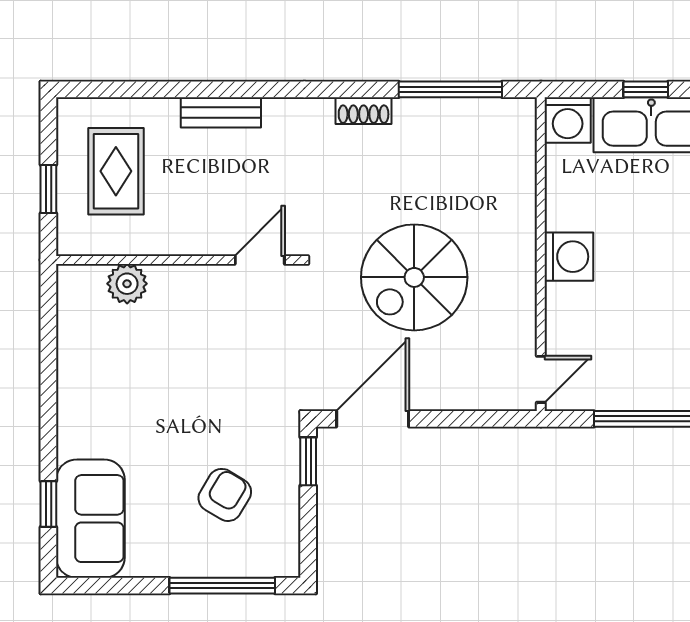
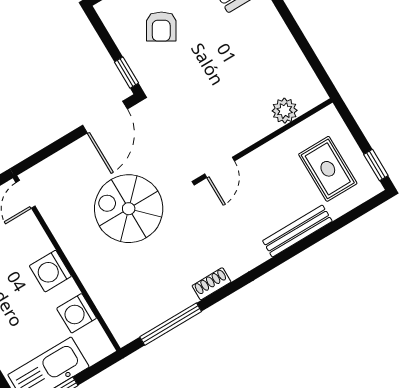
bench: (221, 112) -> (297, 231), width x1.36
washing machine: (568, 120) -> (77, 313), moved, turned -90
window: (48, 189) -> (376, 165), moved
spiral stairs: (414, 277) -> (129, 209), turned -90

